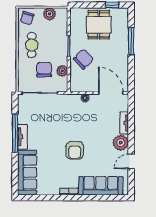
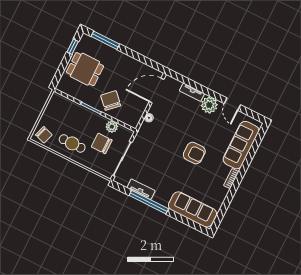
plant: (50, 14) -> (51, 111), removed
window: (131, 41) -> (105, 40), moved
tv unit: (22, 137) -> (141, 189), moved

